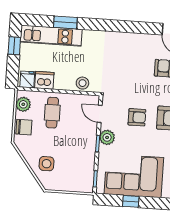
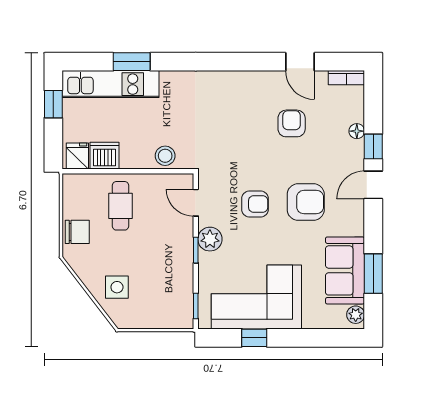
plant: (23, 104) -> (74, 196), removed

